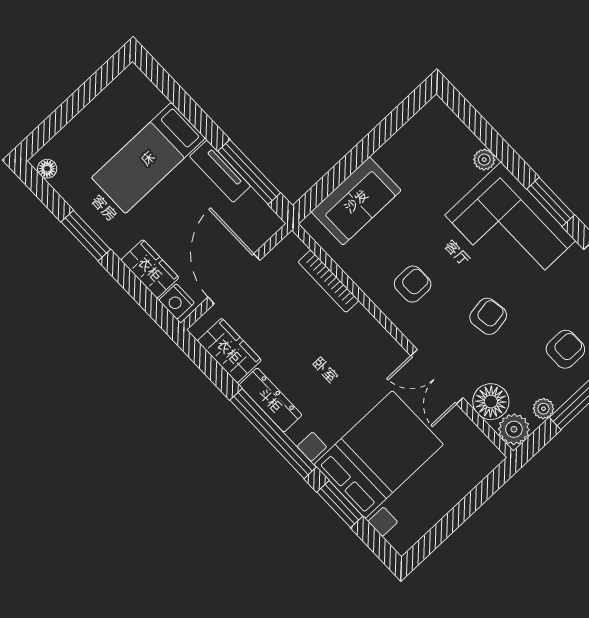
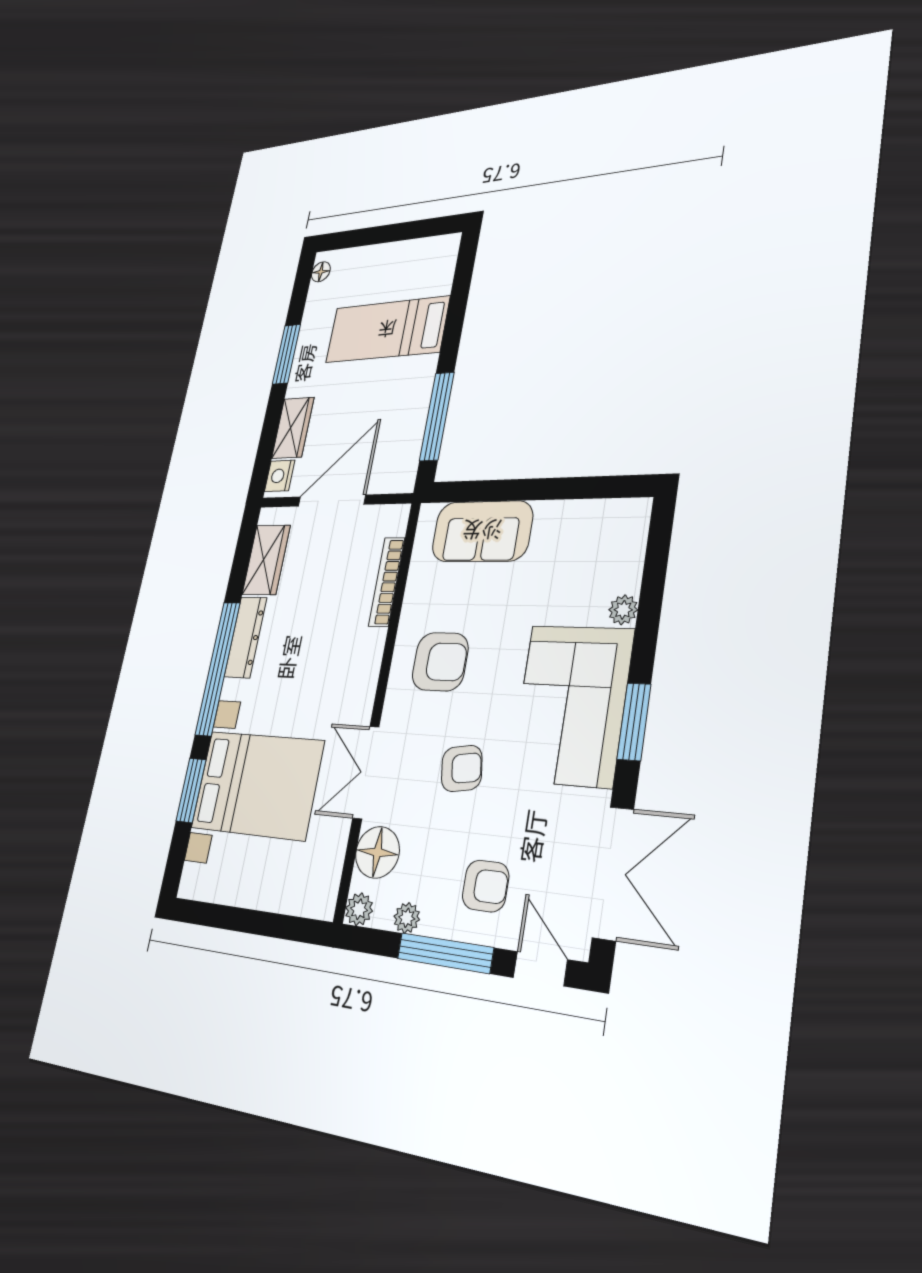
tv unit: (220, 171) -> (419, 393), removed
armchair: (413, 284) -> (440, 662), width x1.38, depth x1.38
plant: (514, 429) -> (359, 909), width x0.73, depth x0.73

